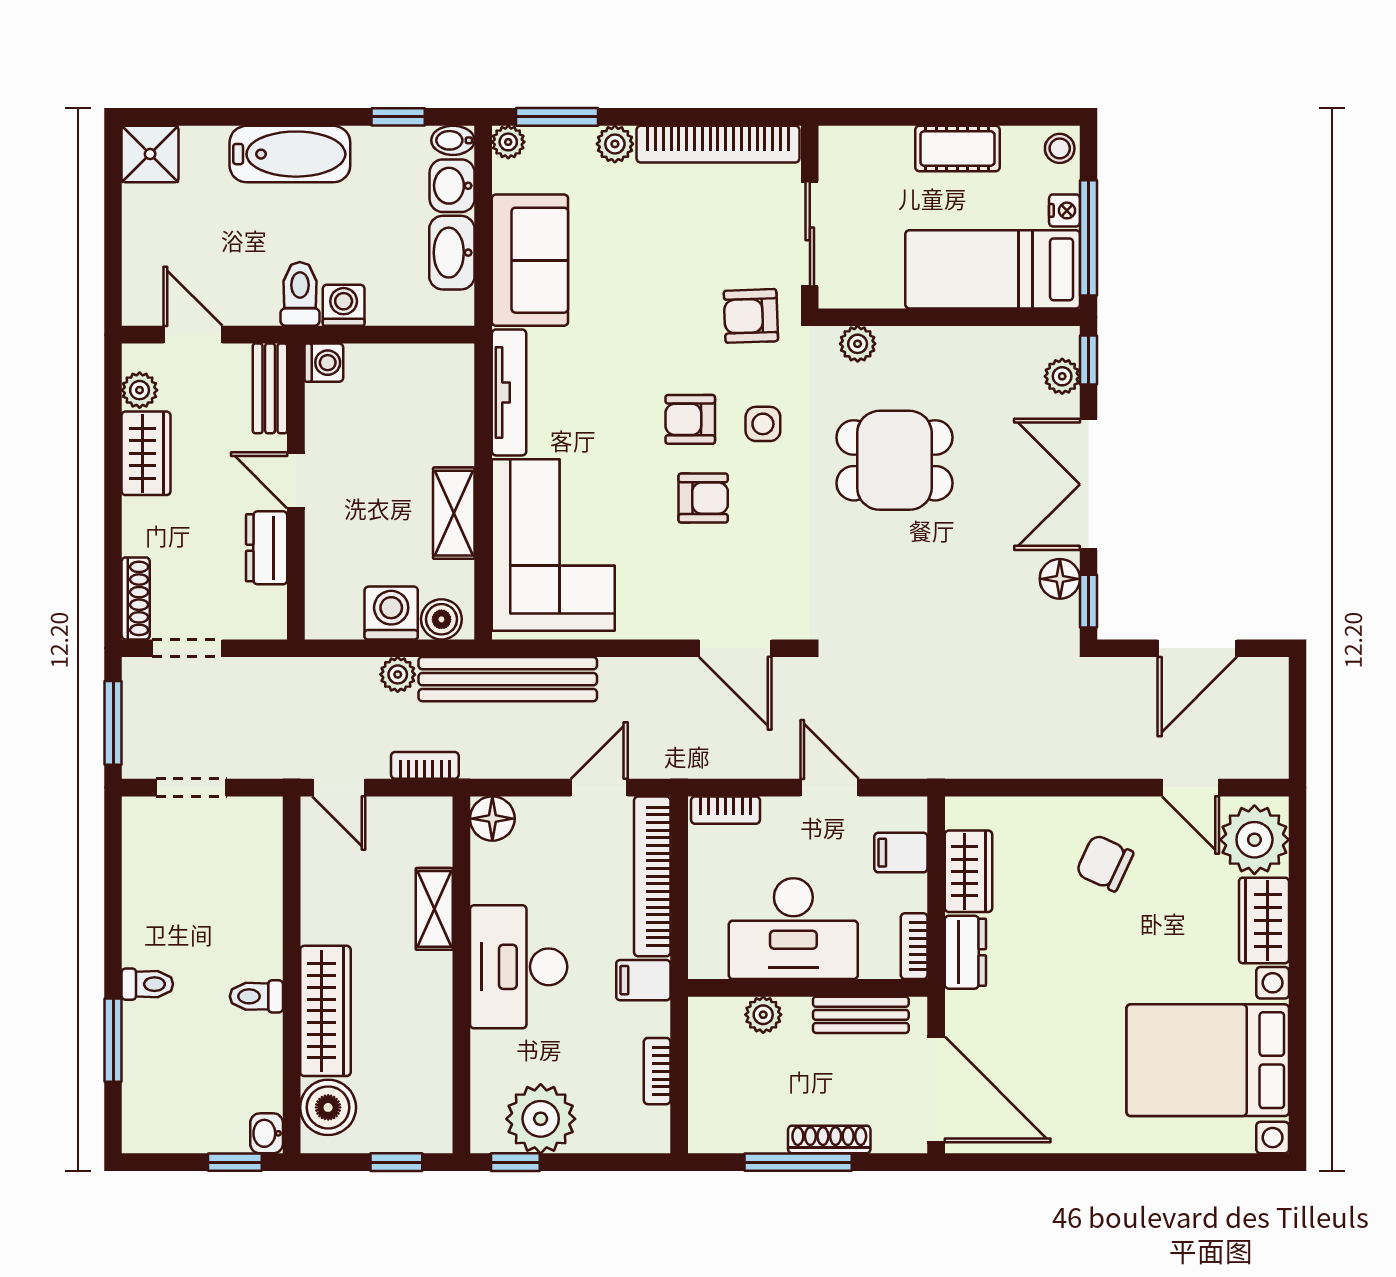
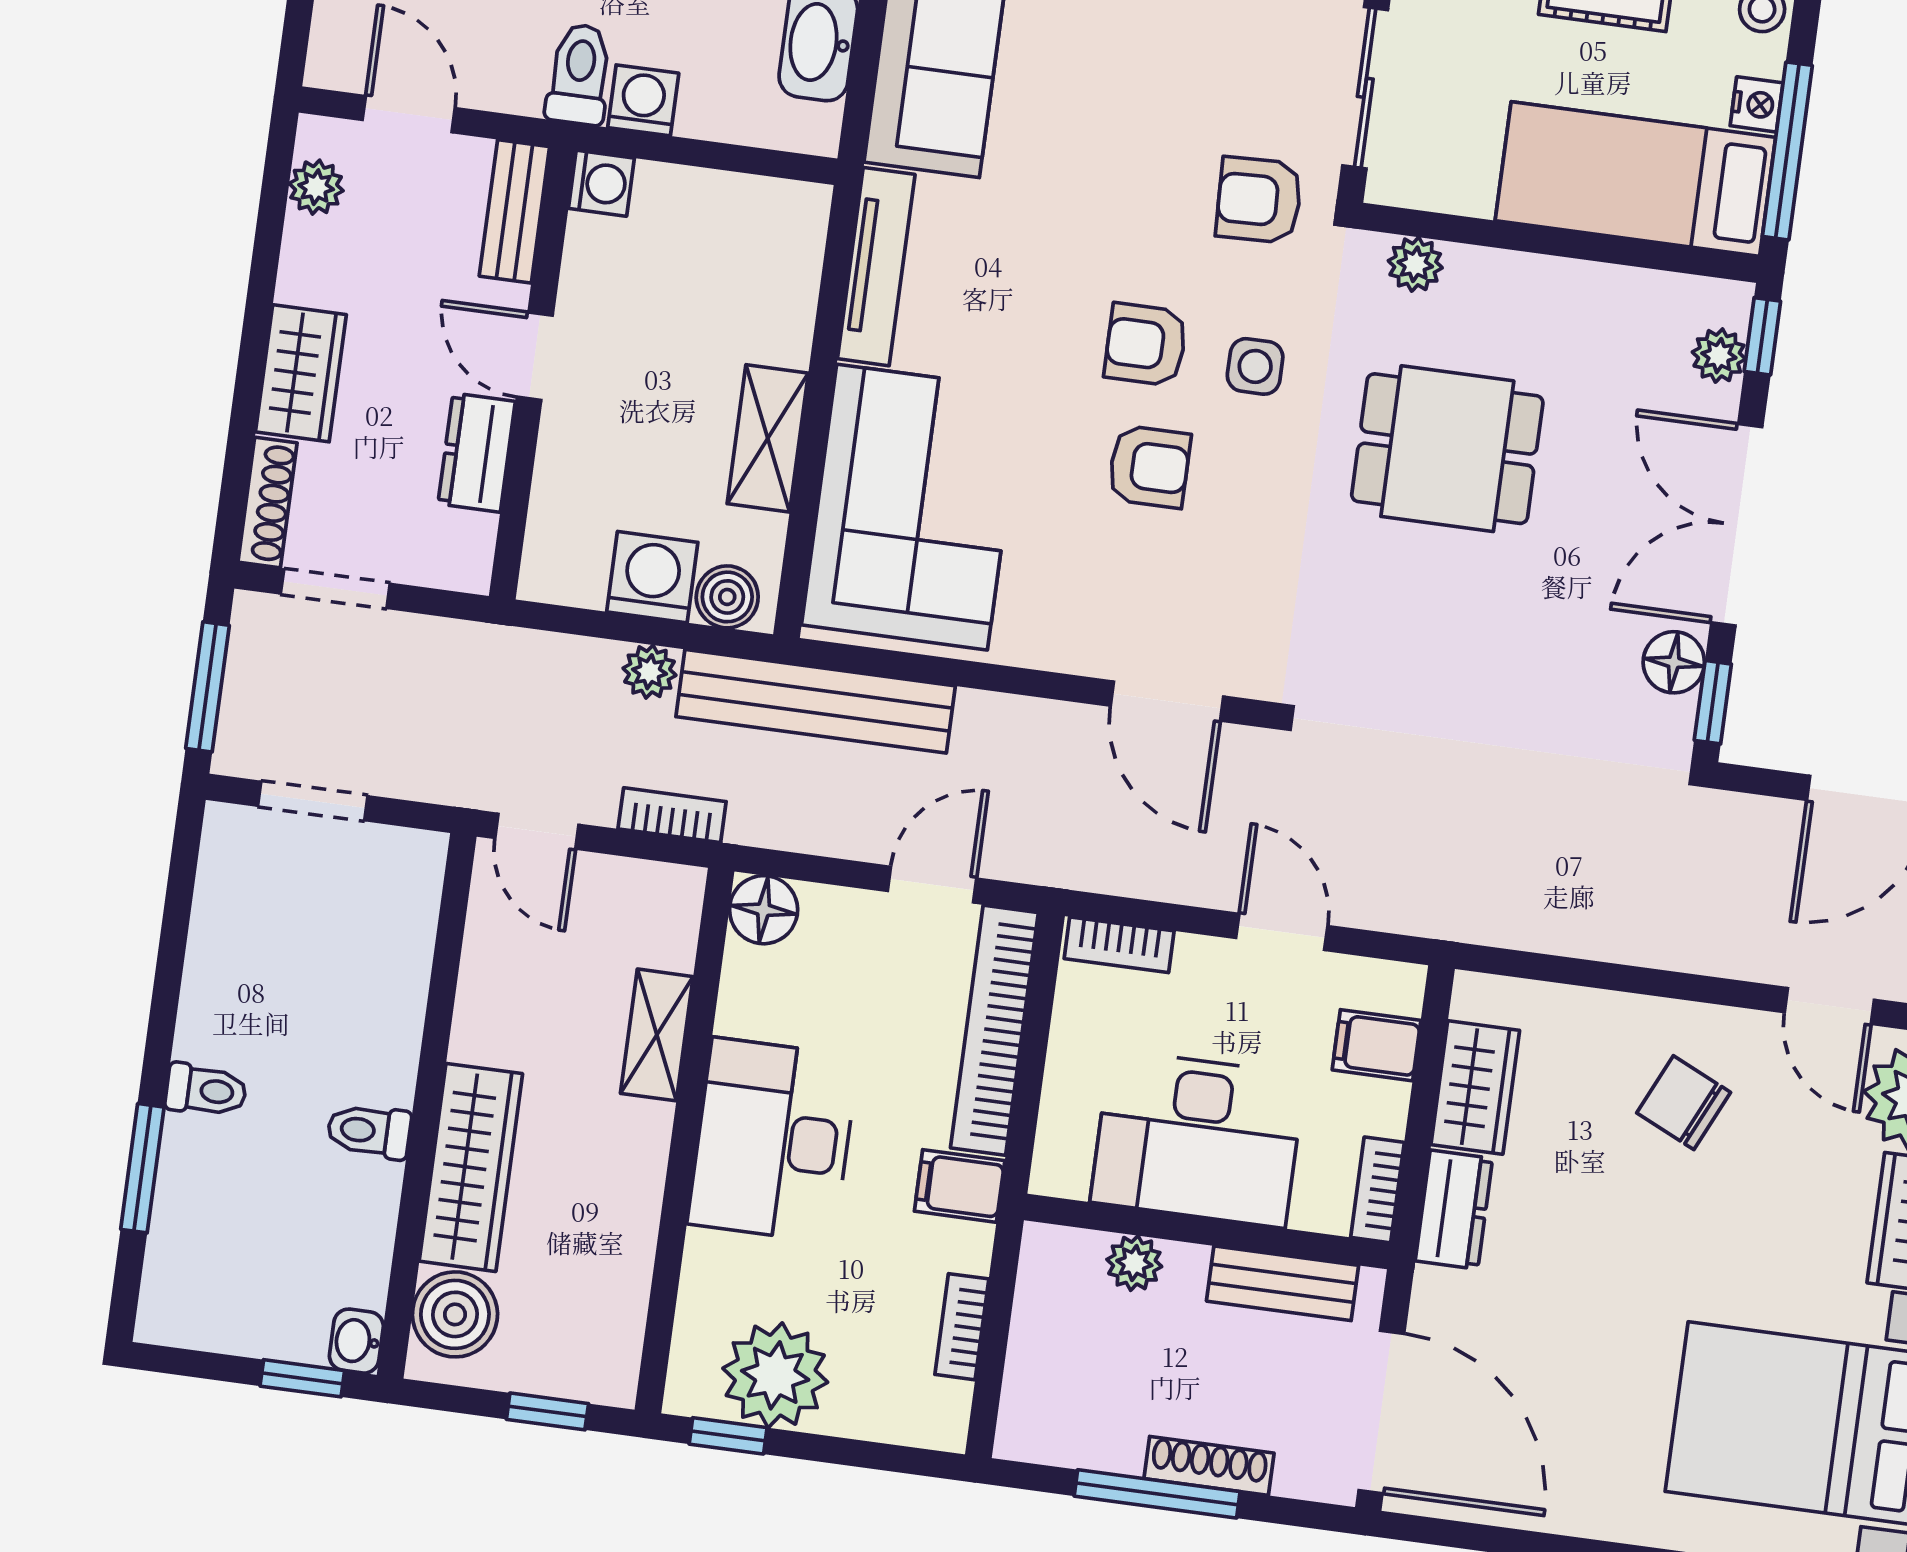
wardrobe: (146, 453) -> (301, 373), moved

